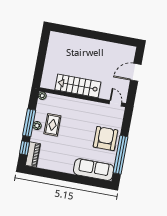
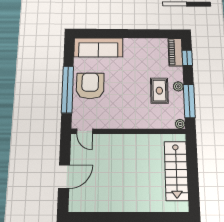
stairs: (78, 86) -> (176, 171), moved, turned 90
window: (29, 123) -> (189, 101), moved
armchair: (105, 139) -> (90, 86), turned 180
window: (120, 155) -> (68, 89), moved

